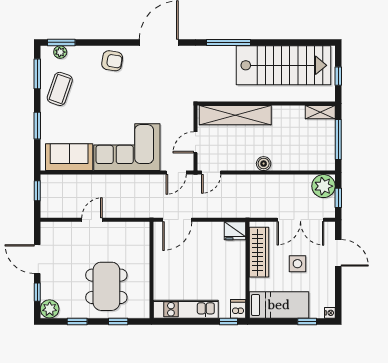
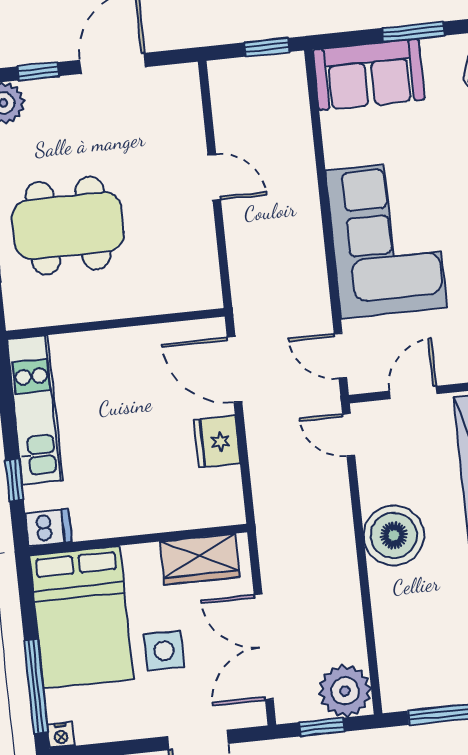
door: (196, 142) -> (413, 392), hinge flipped
sofa: (69, 157) -> (369, 75), moved, turned 90
boiler: (264, 164) -> (394, 535), width x1.86, depth x1.86
fridge: (235, 231) -> (217, 442), moved
wardrobe: (259, 252) -> (200, 559), width x0.67
bed: (279, 305) -> (82, 617), width x1.50
window: (228, 322) -> (14, 480), moved
window: (307, 322) -> (36, 686), width x2.17

